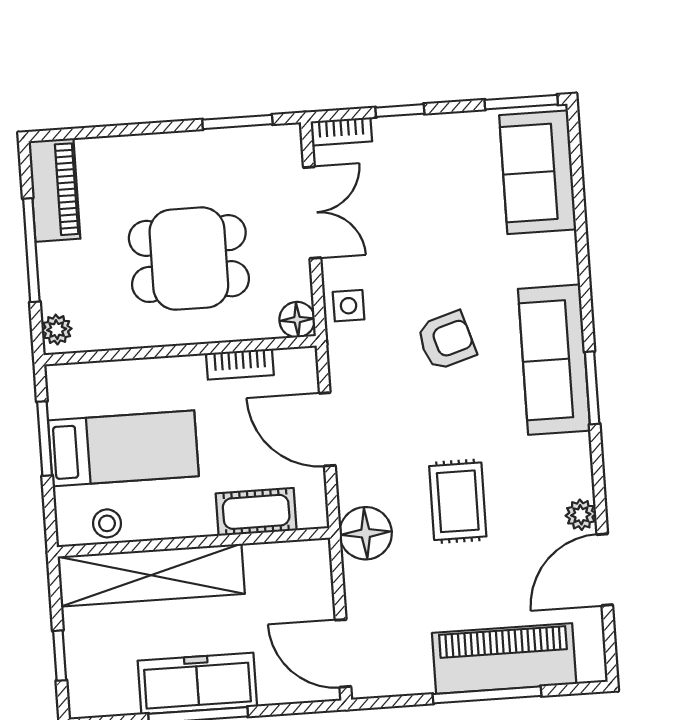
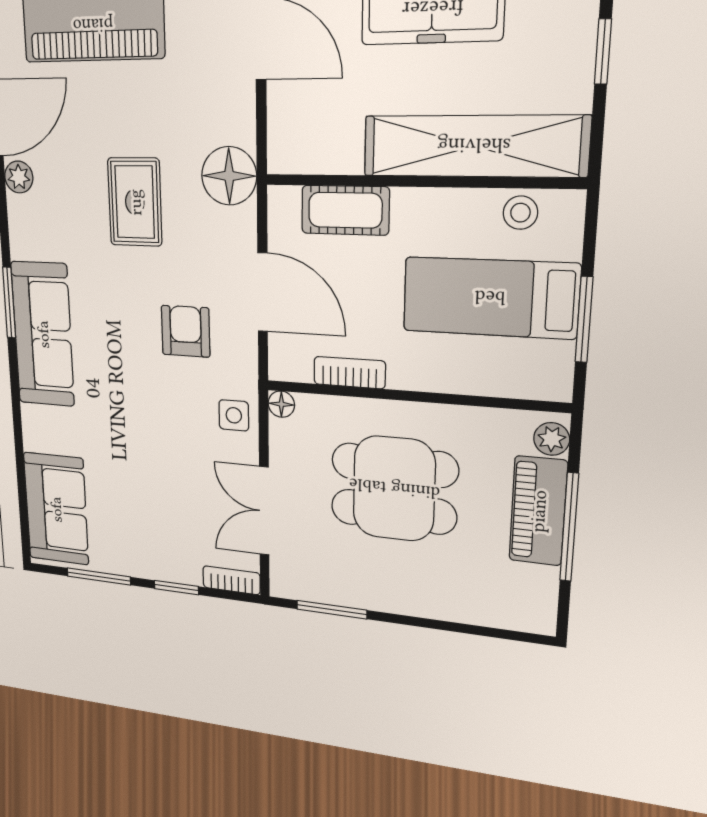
window: (521, 102) -> (99, 576), moved
piano: (54, 190) -> (538, 511), moved
floor lamp: (297, 320) -> (281, 404), width x0.73, depth x0.73
armchair: (446, 341) -> (186, 331), moved, turned 107

